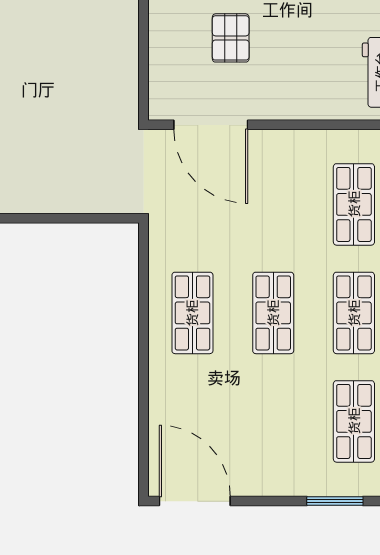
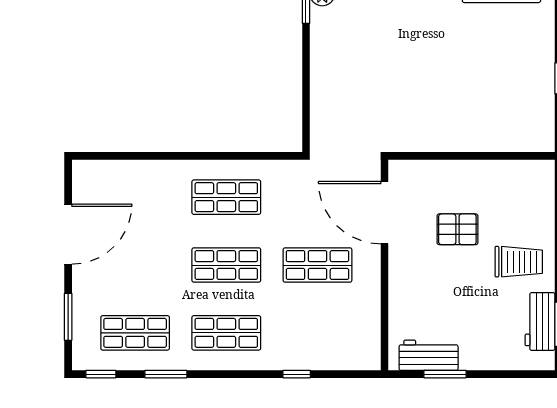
door: (211, 125) -> (384, 213), hinge flipped
shop shelf: (354, 204) -> (317, 265), moved
door: (195, 501) -> (68, 234), moved

